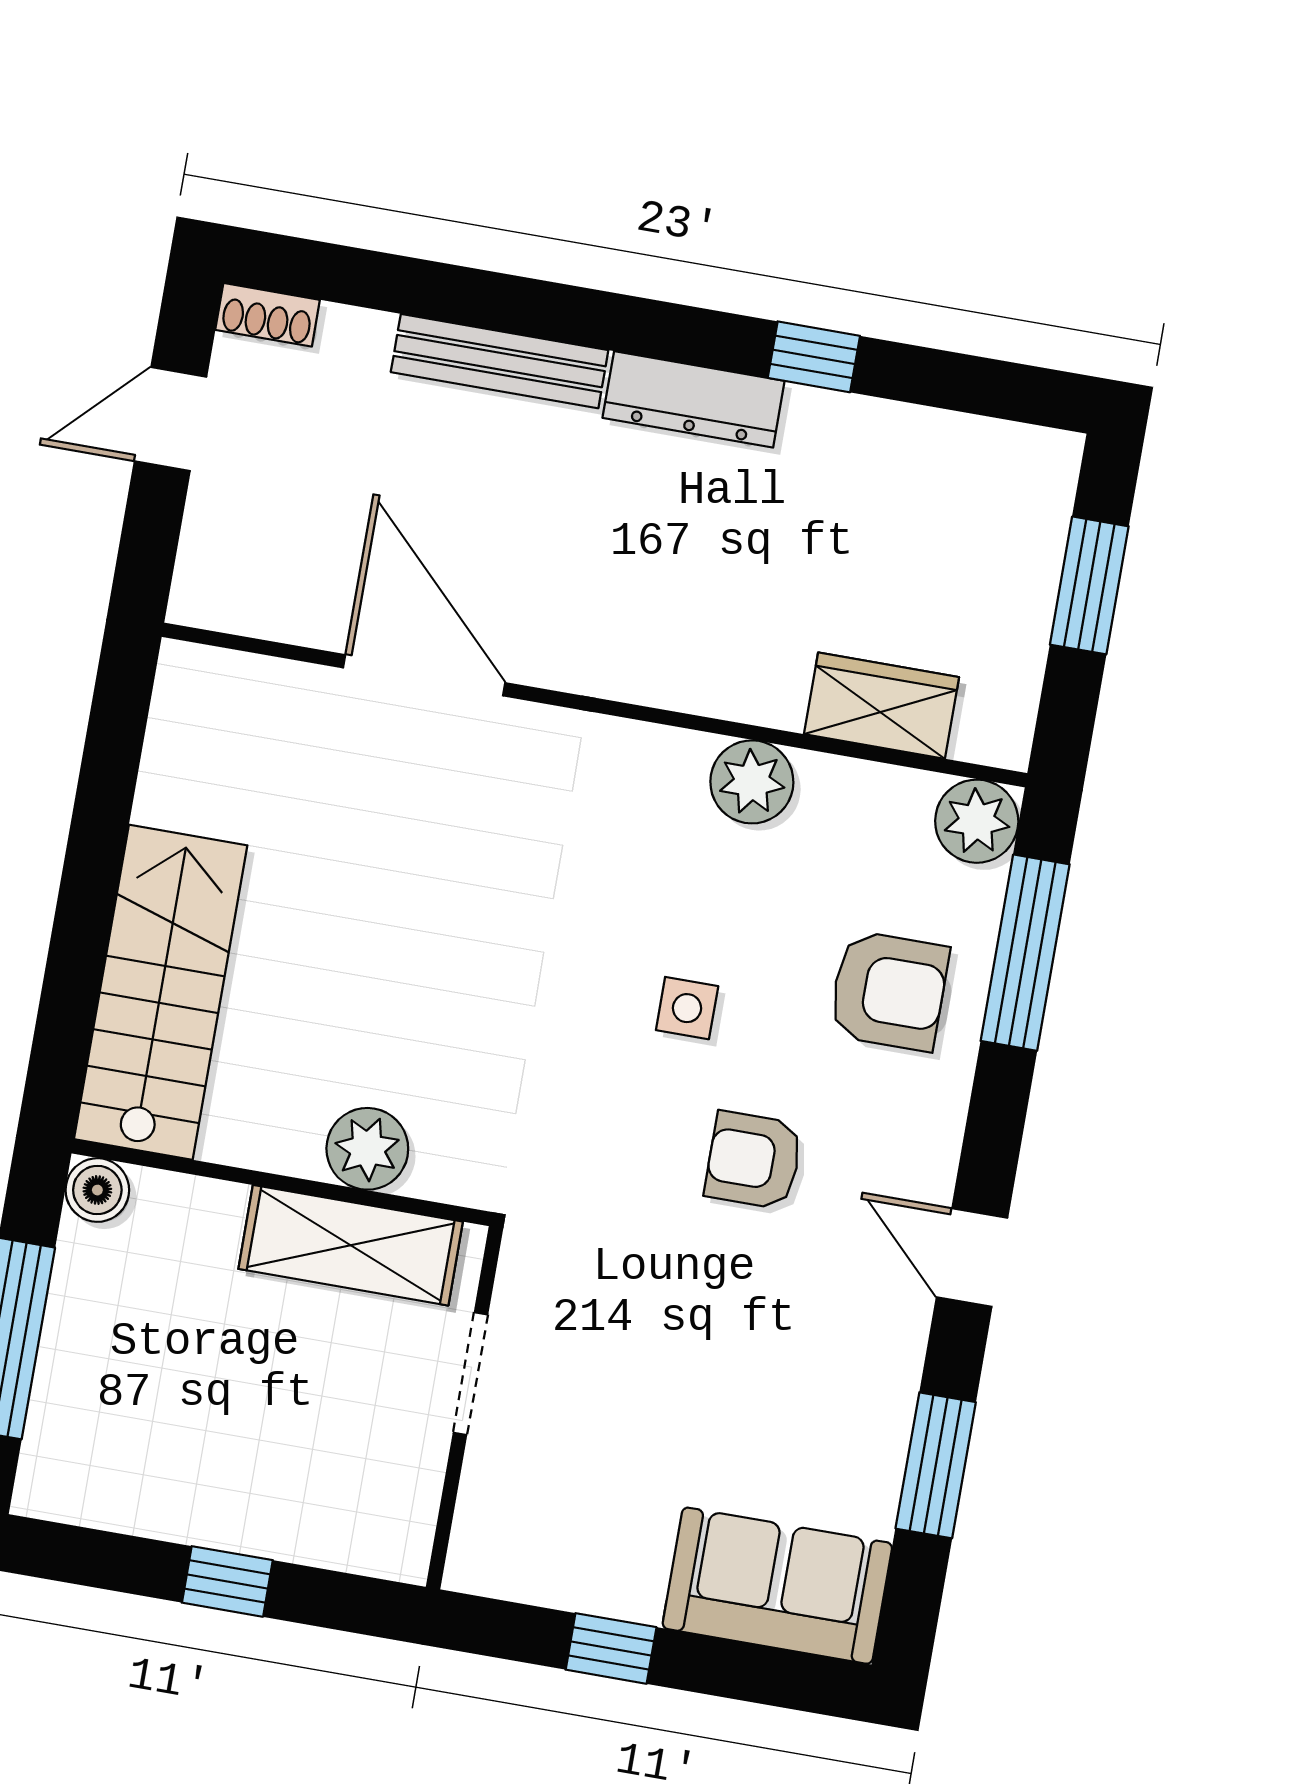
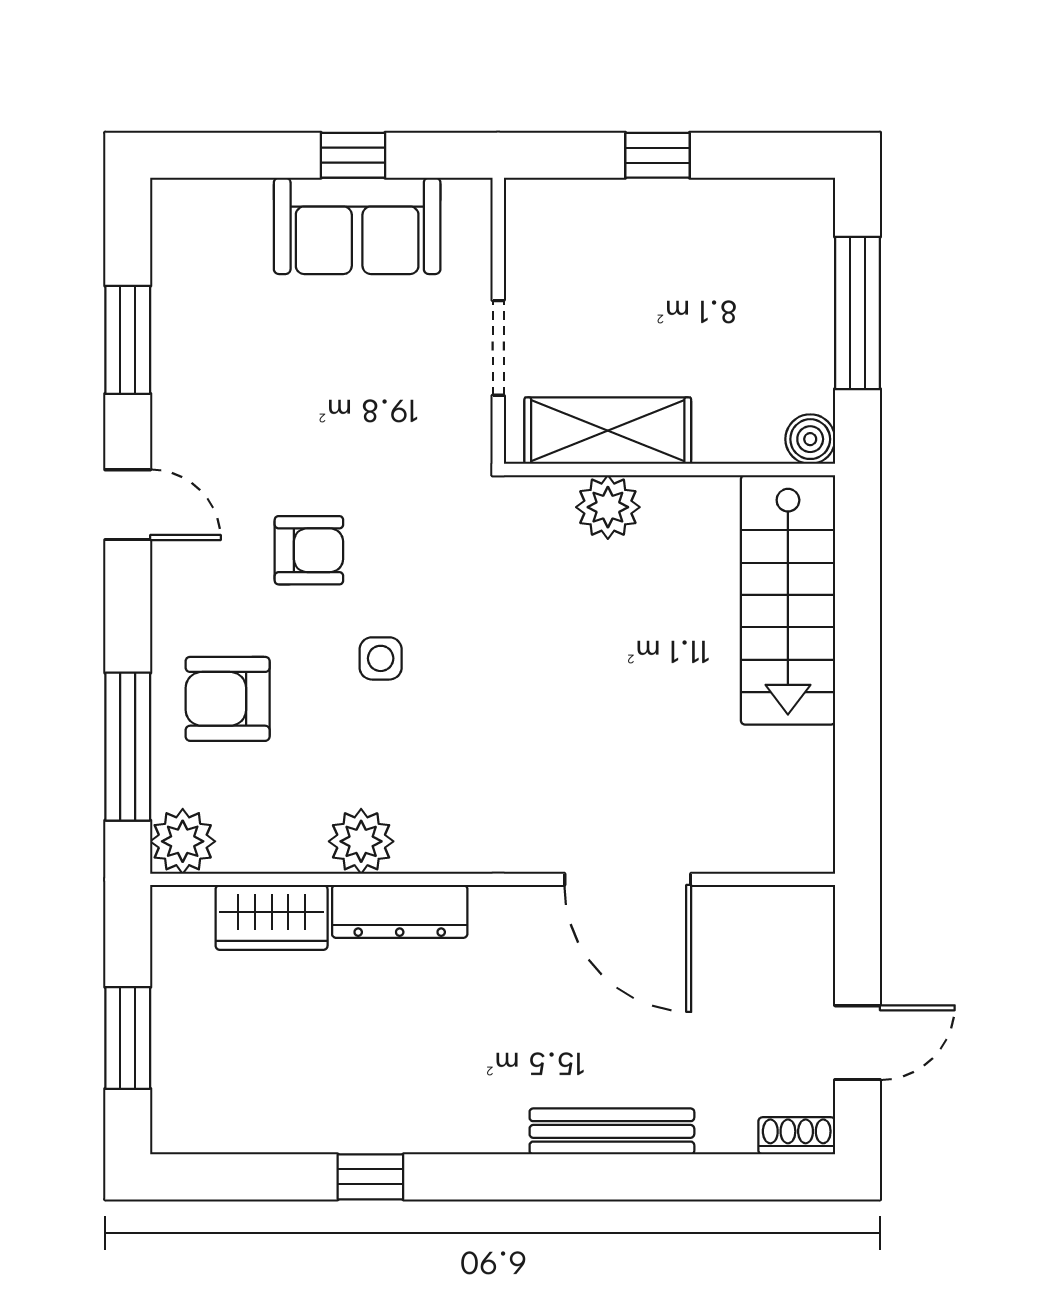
dresser: (694, 399) -> (400, 911), moved, turned 180
sofa: (777, 1586) -> (357, 226), moved

